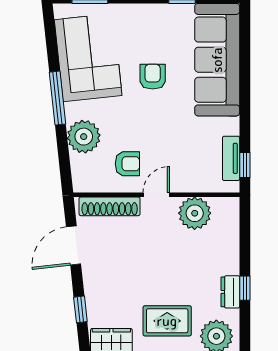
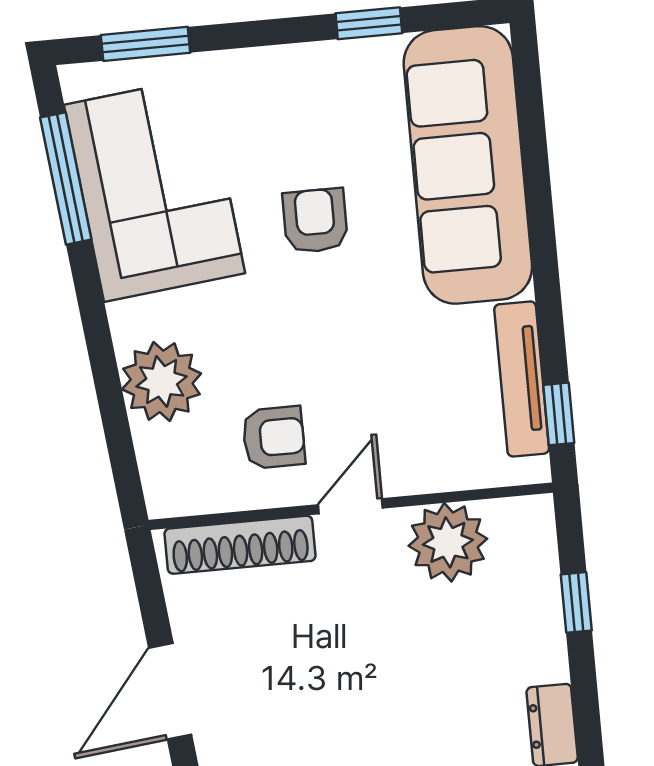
window: (57, 98) -> (66, 179), moved
tv unit: (231, 158) -> (522, 379), width x1.41
door: (73, 245) -> (170, 691), moved
window: (245, 288) -> (576, 602), moved

